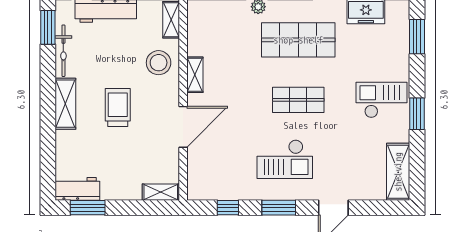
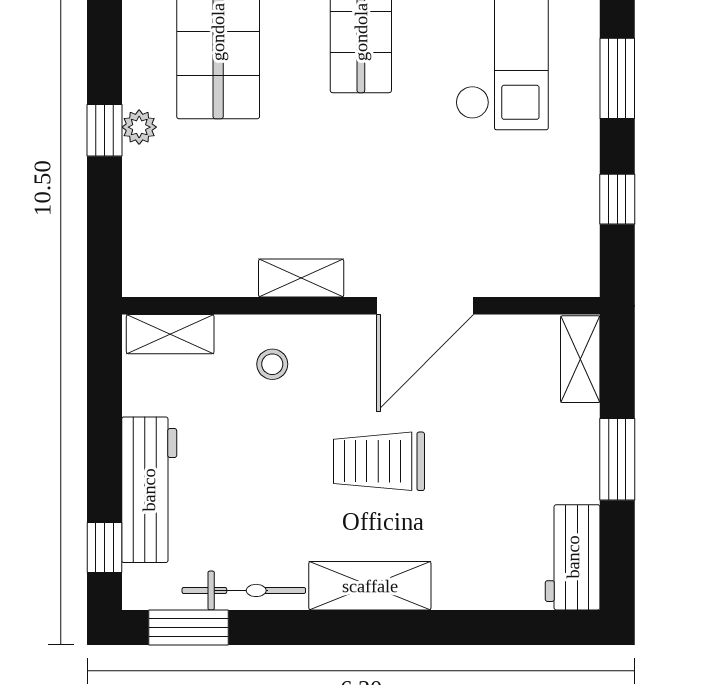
stool: (159, 63) -> (272, 364), width x0.53, depth x0.53
door: (183, 127) -> (425, 306), swing flipped
window: (88, 208) -> (617, 459), moved

